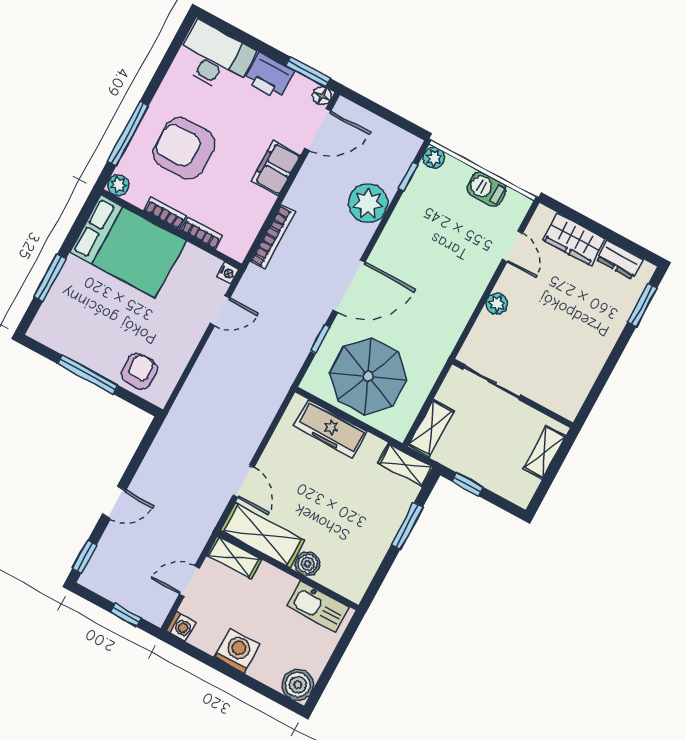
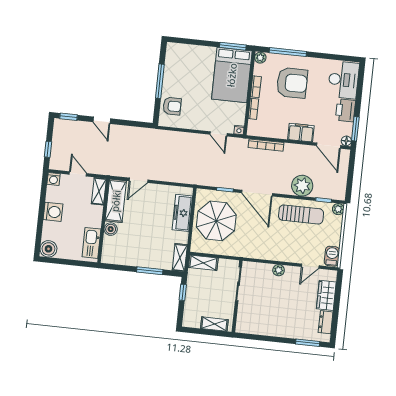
armchair: (184, 148) -> (292, 83), turned 90
barbecue: (487, 189) -> (332, 256), moved
sun lounger: (417, 226) -> (301, 215), added
window: (50, 278) -> (233, 46), moved

